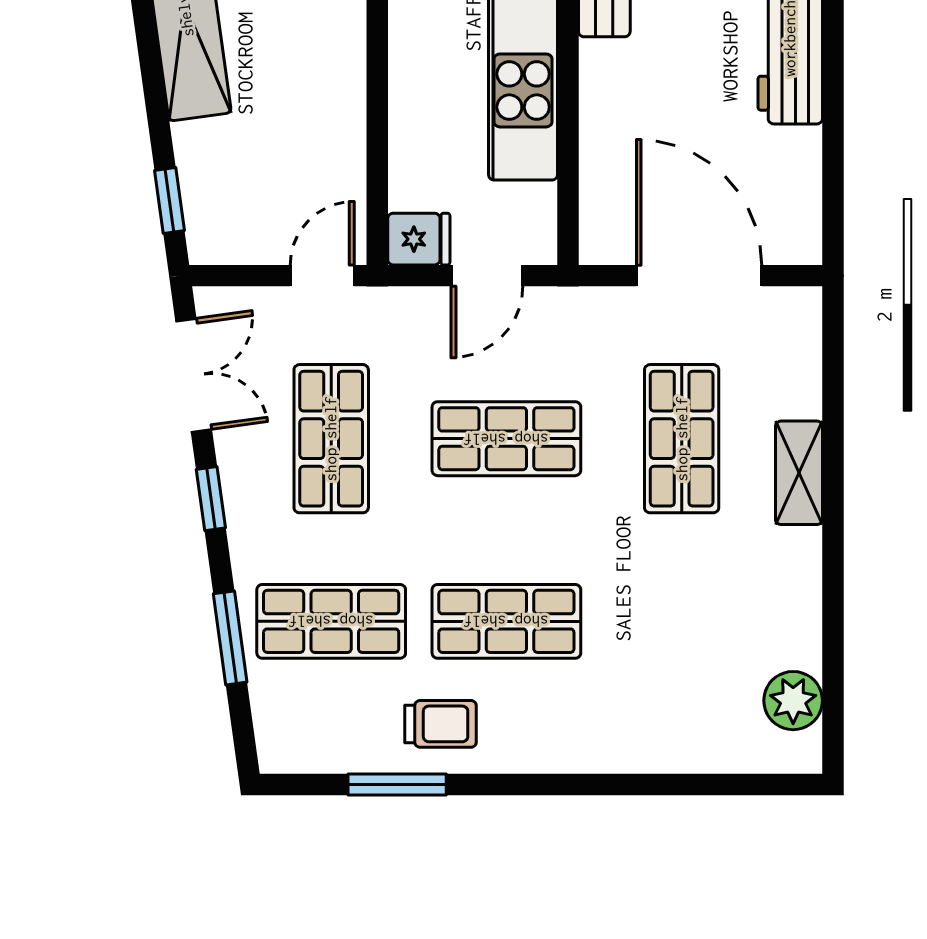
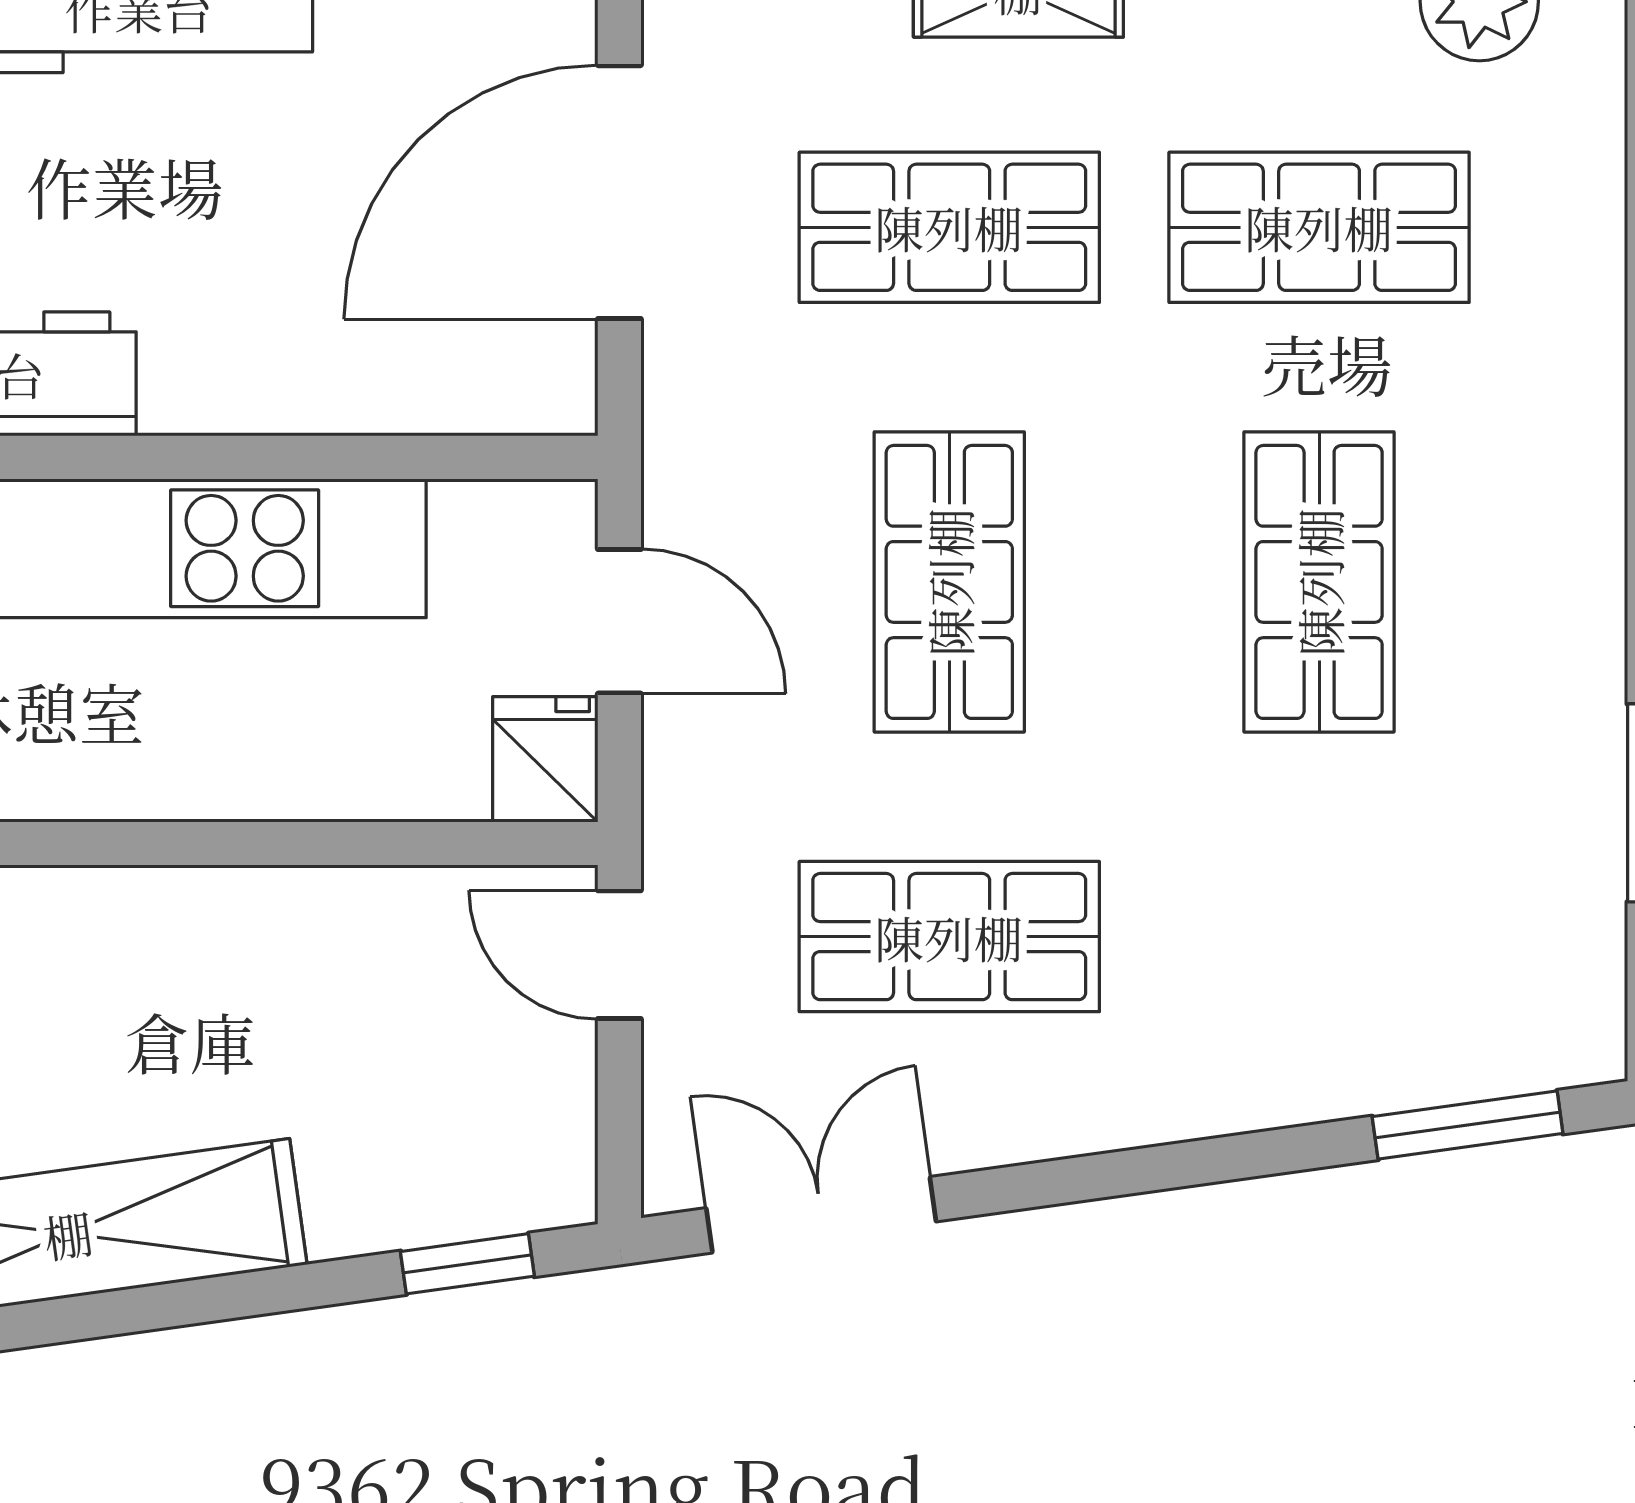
window: (211, 499) -> (1071, 1180), removed
shop shelf: (331, 621) -> (1319, 227), moved, turned 90
window: (230, 638) -> (1468, 1125), moved
trolley: (441, 724) -> (1526, 715), removed

